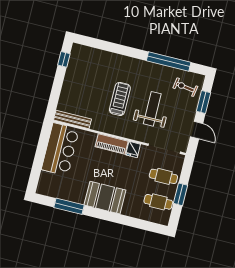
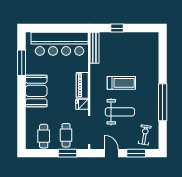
window: (64, 59) -> (117, 28), moved
window: (169, 61) -> (163, 102), moved
door: (197, 130) -> (111, 153), swing flipped
bar counter: (60, 149) -> (60, 44), width x1.36
window: (181, 194) -> (68, 153), moved

